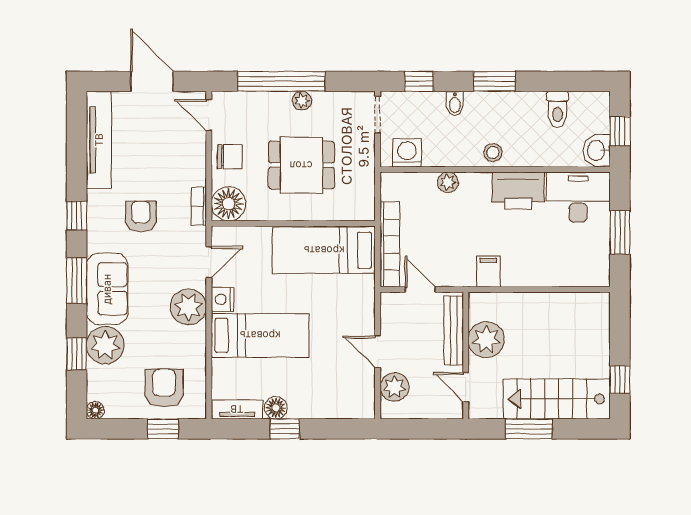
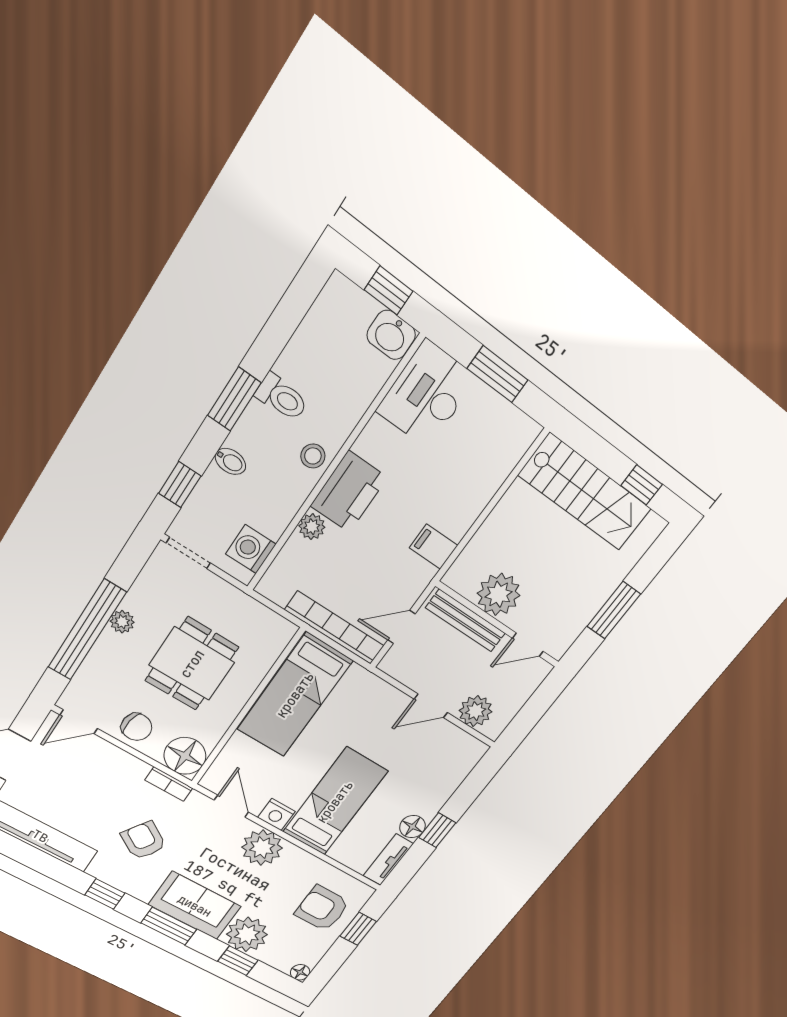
toilet: (557, 109) -> (282, 397), moved
chair: (230, 157) -> (137, 727), turned 98
printer: (518, 191) -> (349, 492), moved
armchair: (141, 216) -> (144, 840), turned 33
stairs: (557, 399) -> (585, 492), moved, turned -90

